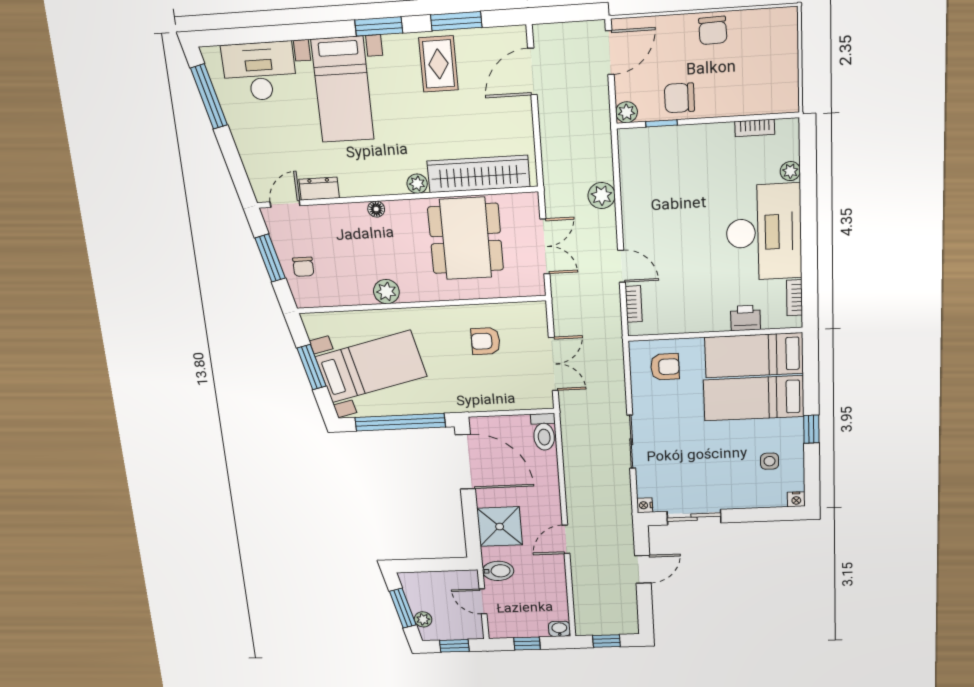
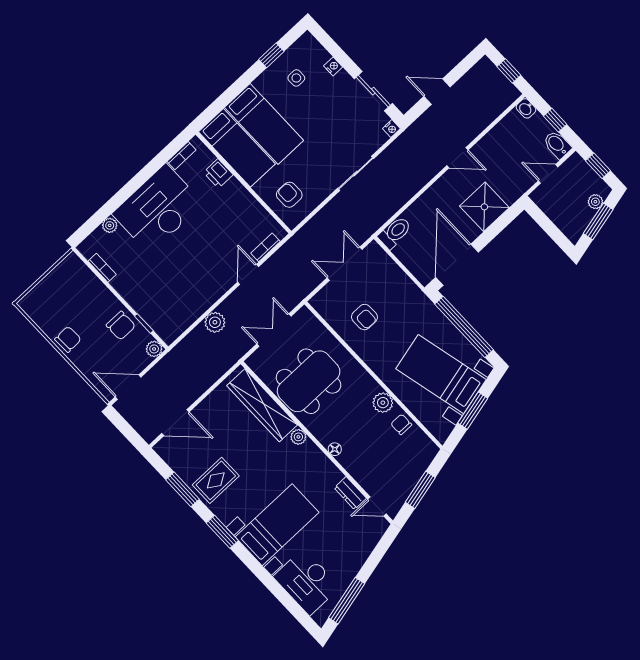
chair: (303, 267) -> (401, 424), moved, turned -90
window: (811, 429) -> (271, 55), moved
nightstand: (796, 499) -> (333, 66), moved
bidet: (498, 571) -> (557, 145), moved
door: (483, 601) -> (548, 174), swing flipped

